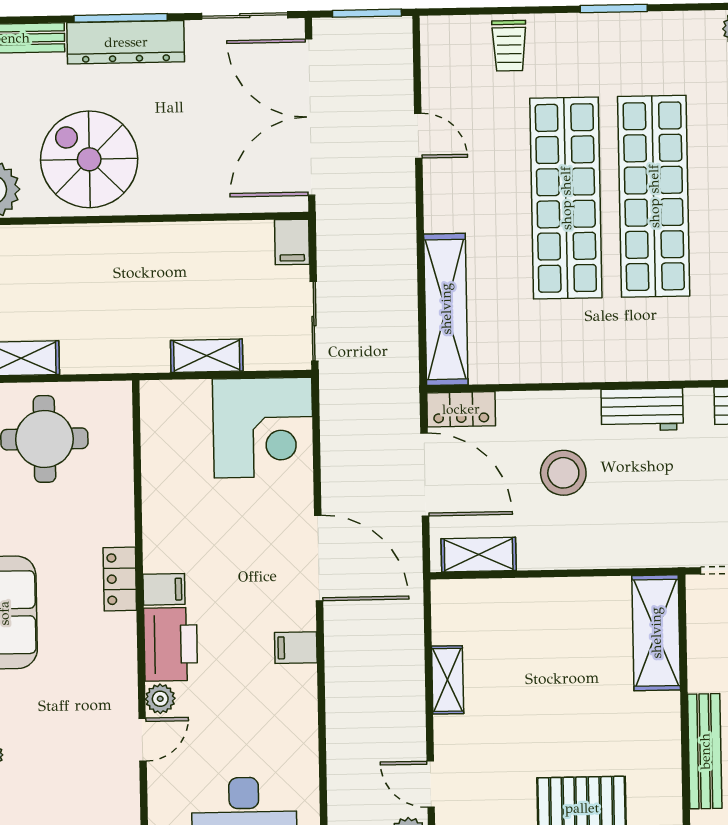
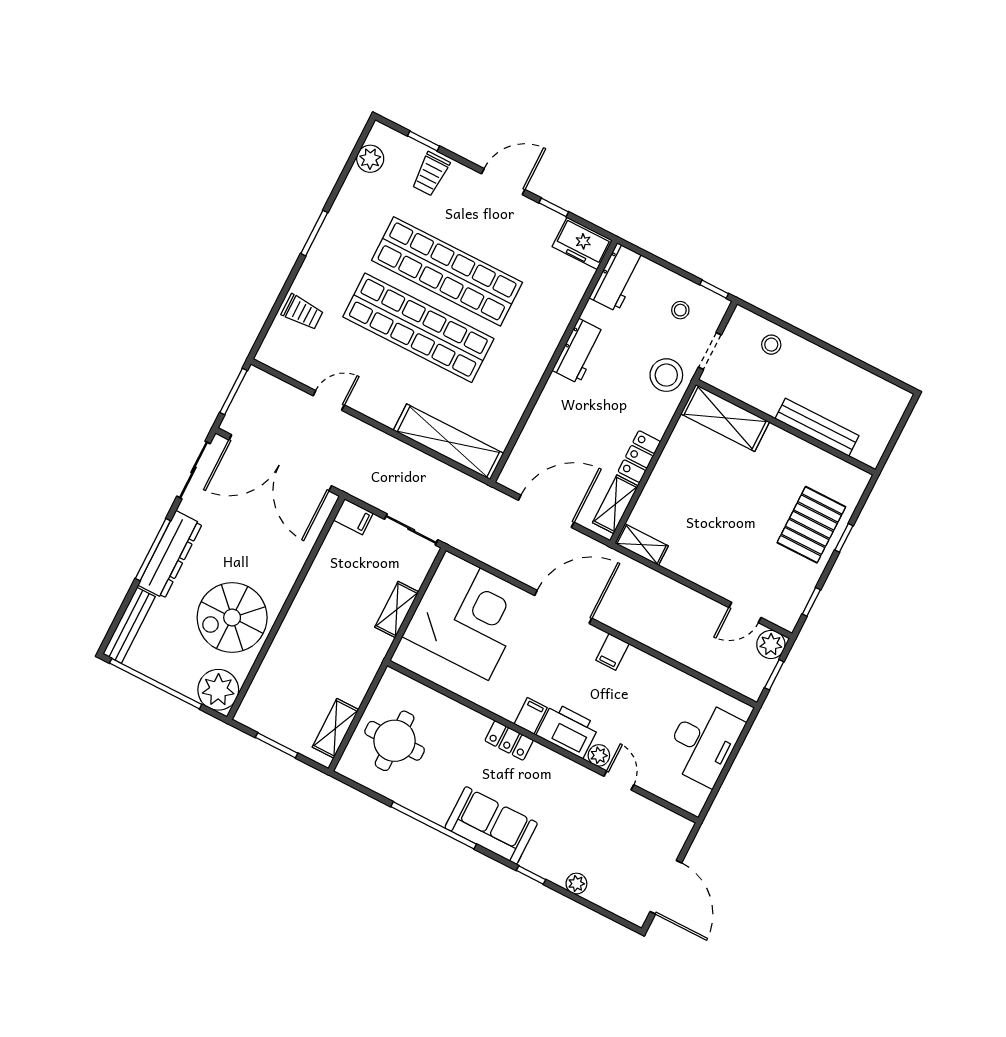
locker: (461, 409) -> (639, 457), moved, turned 180
corner desk: (263, 428) -> (467, 615), width x1.36, depth x1.36
stool: (563, 473) -> (666, 375), moved
shelving: (448, 680) -> (642, 545), moved

